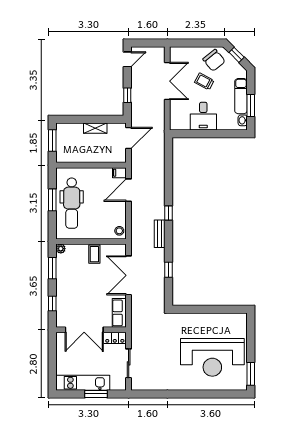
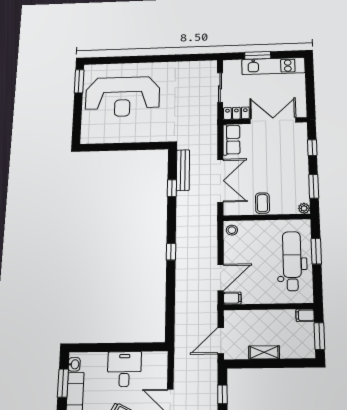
filing cabinet: (63, 158) -> (305, 315), added
window: (52, 200) -> (316, 251), moved
bench: (160, 234) -> (183, 170), moved, width x1.36
reception desk: (212, 357) -> (123, 97), turned 180

